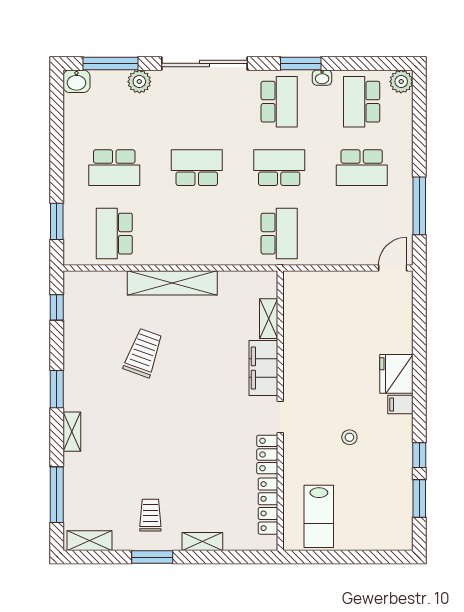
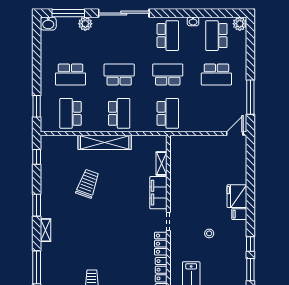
window: (301, 63) -> (180, 13), removed
school desk: (197, 234) -> (119, 113), added

